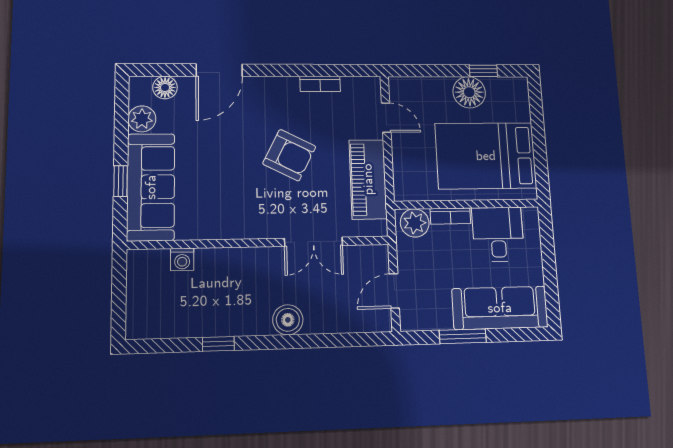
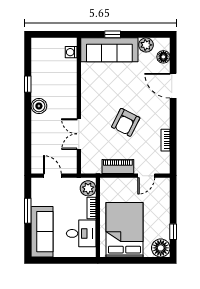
floor lamp: (469, 92) -> (161, 248), moved
piano: (368, 179) -> (118, 167), width x0.73, depth x0.75
washing machine: (182, 259) -> (71, 52), moved
boiler: (288, 320) -> (39, 106), moved

